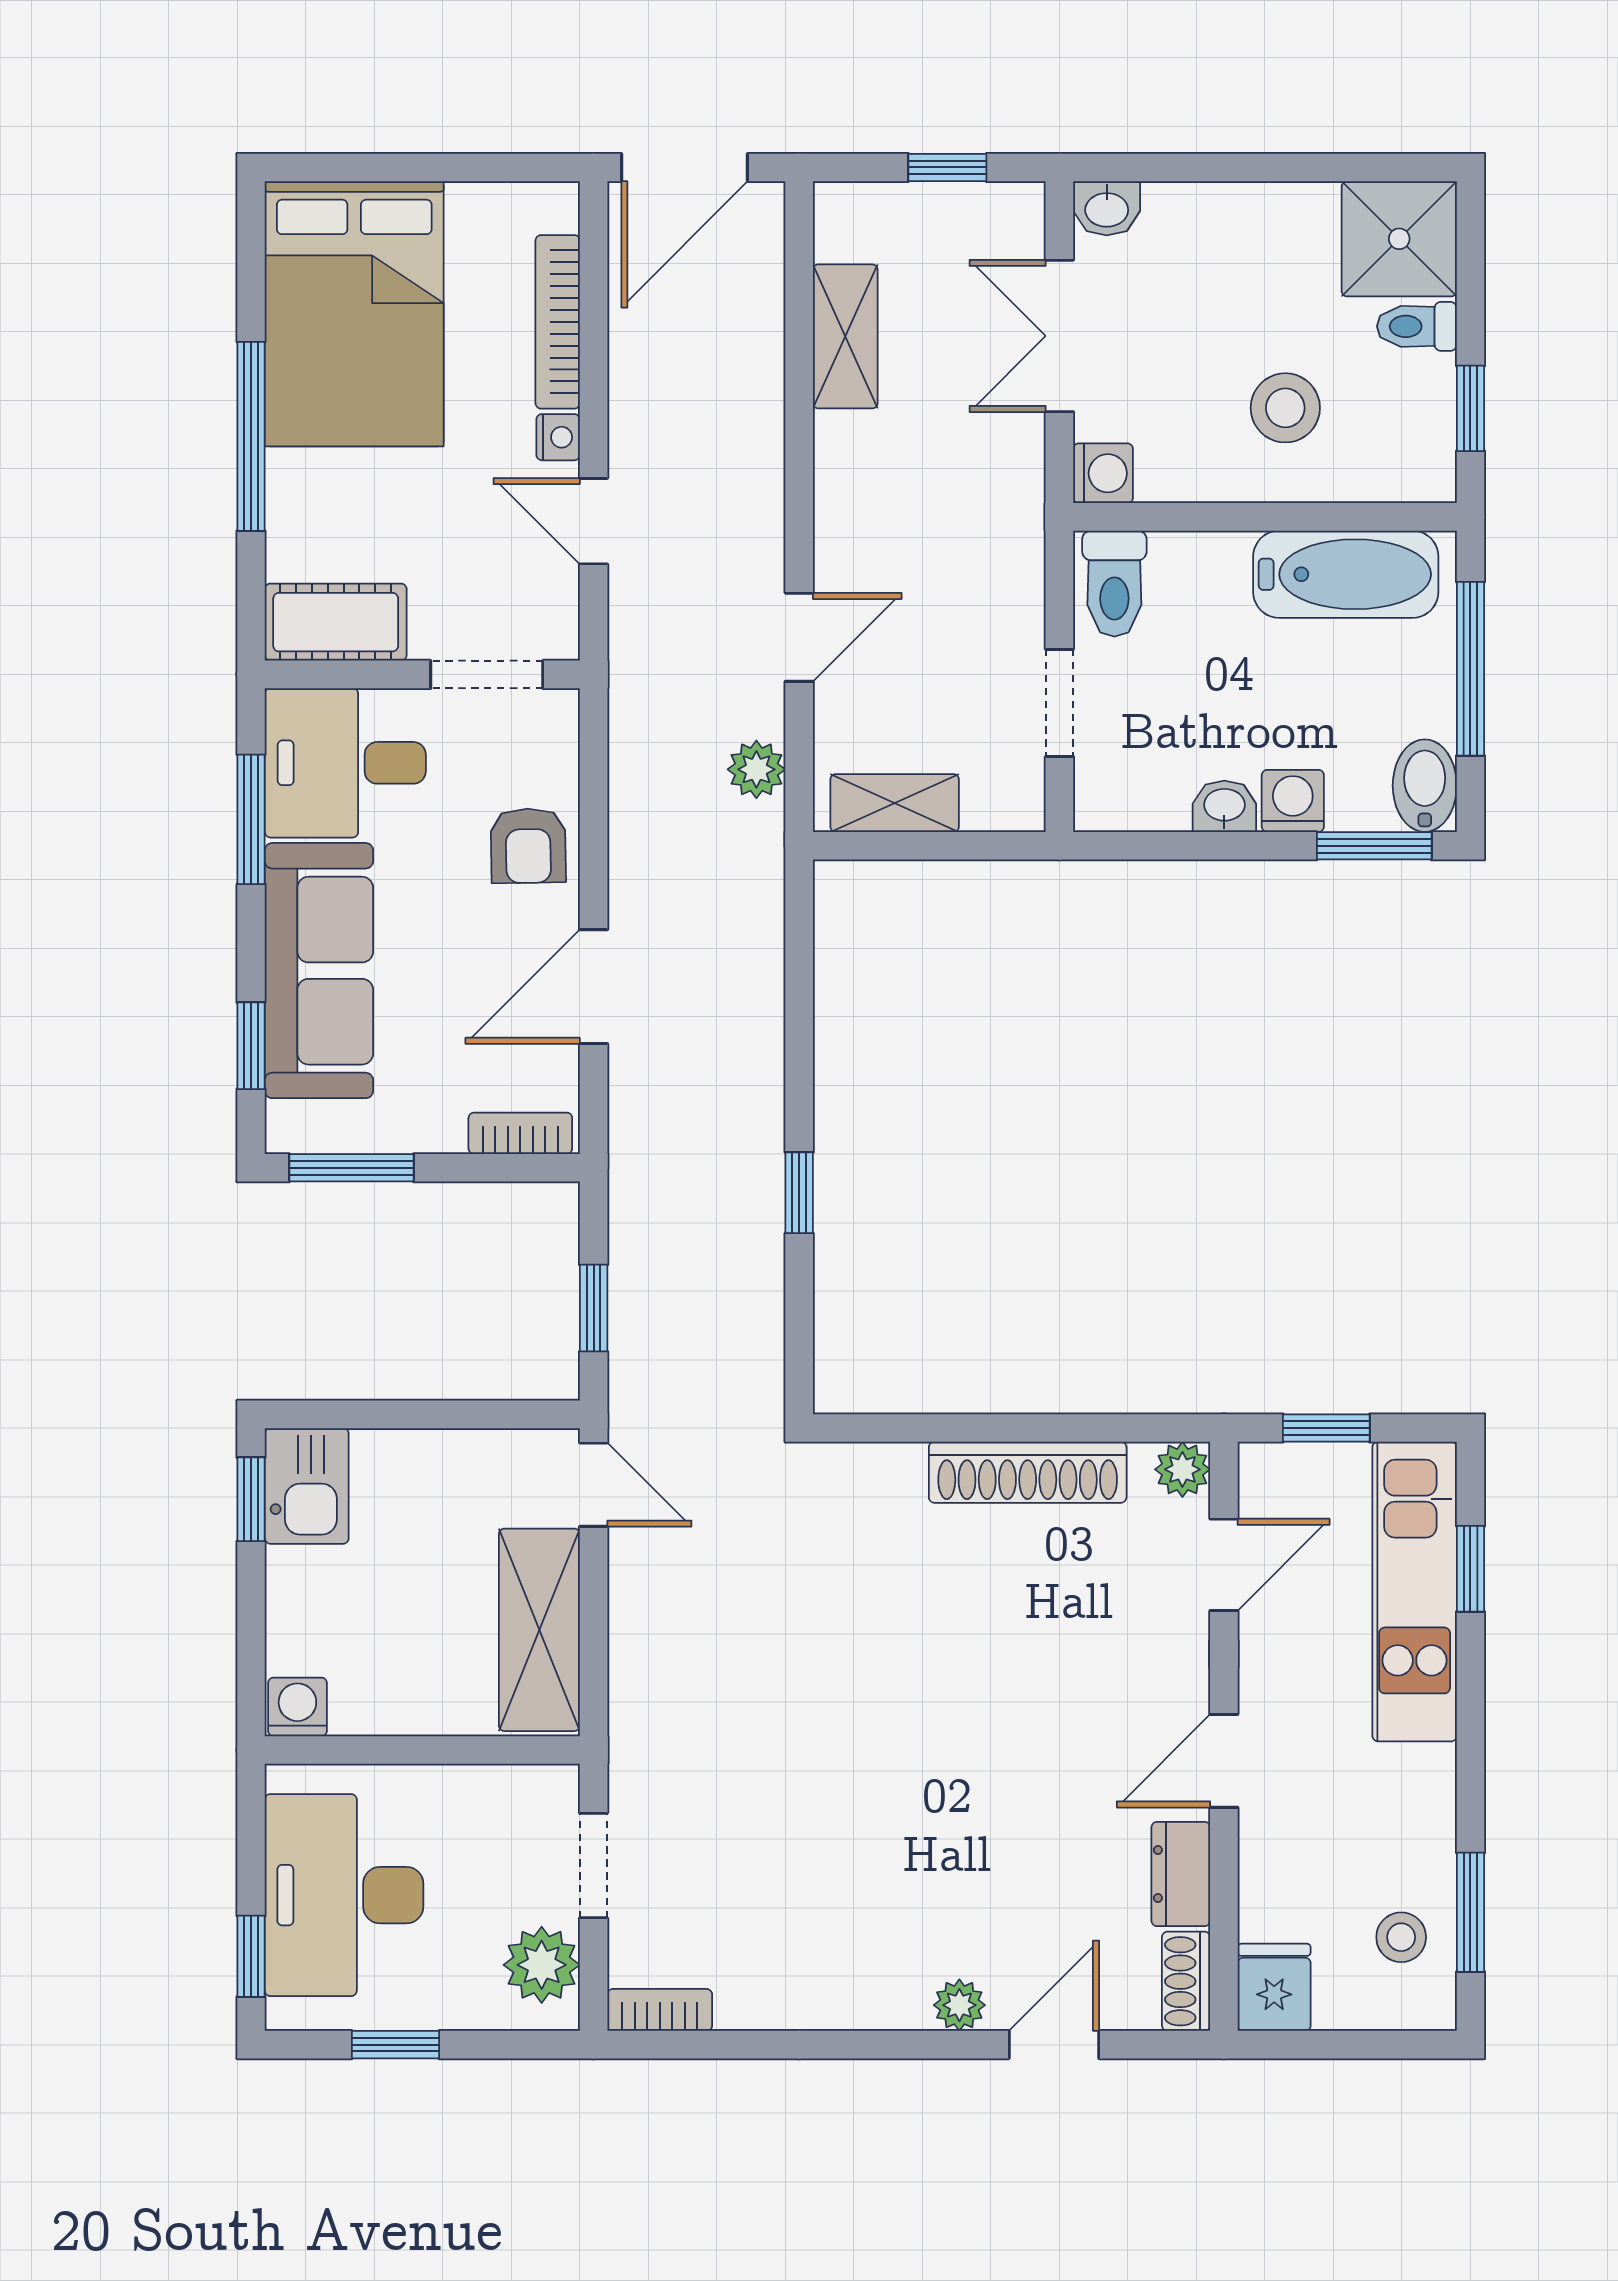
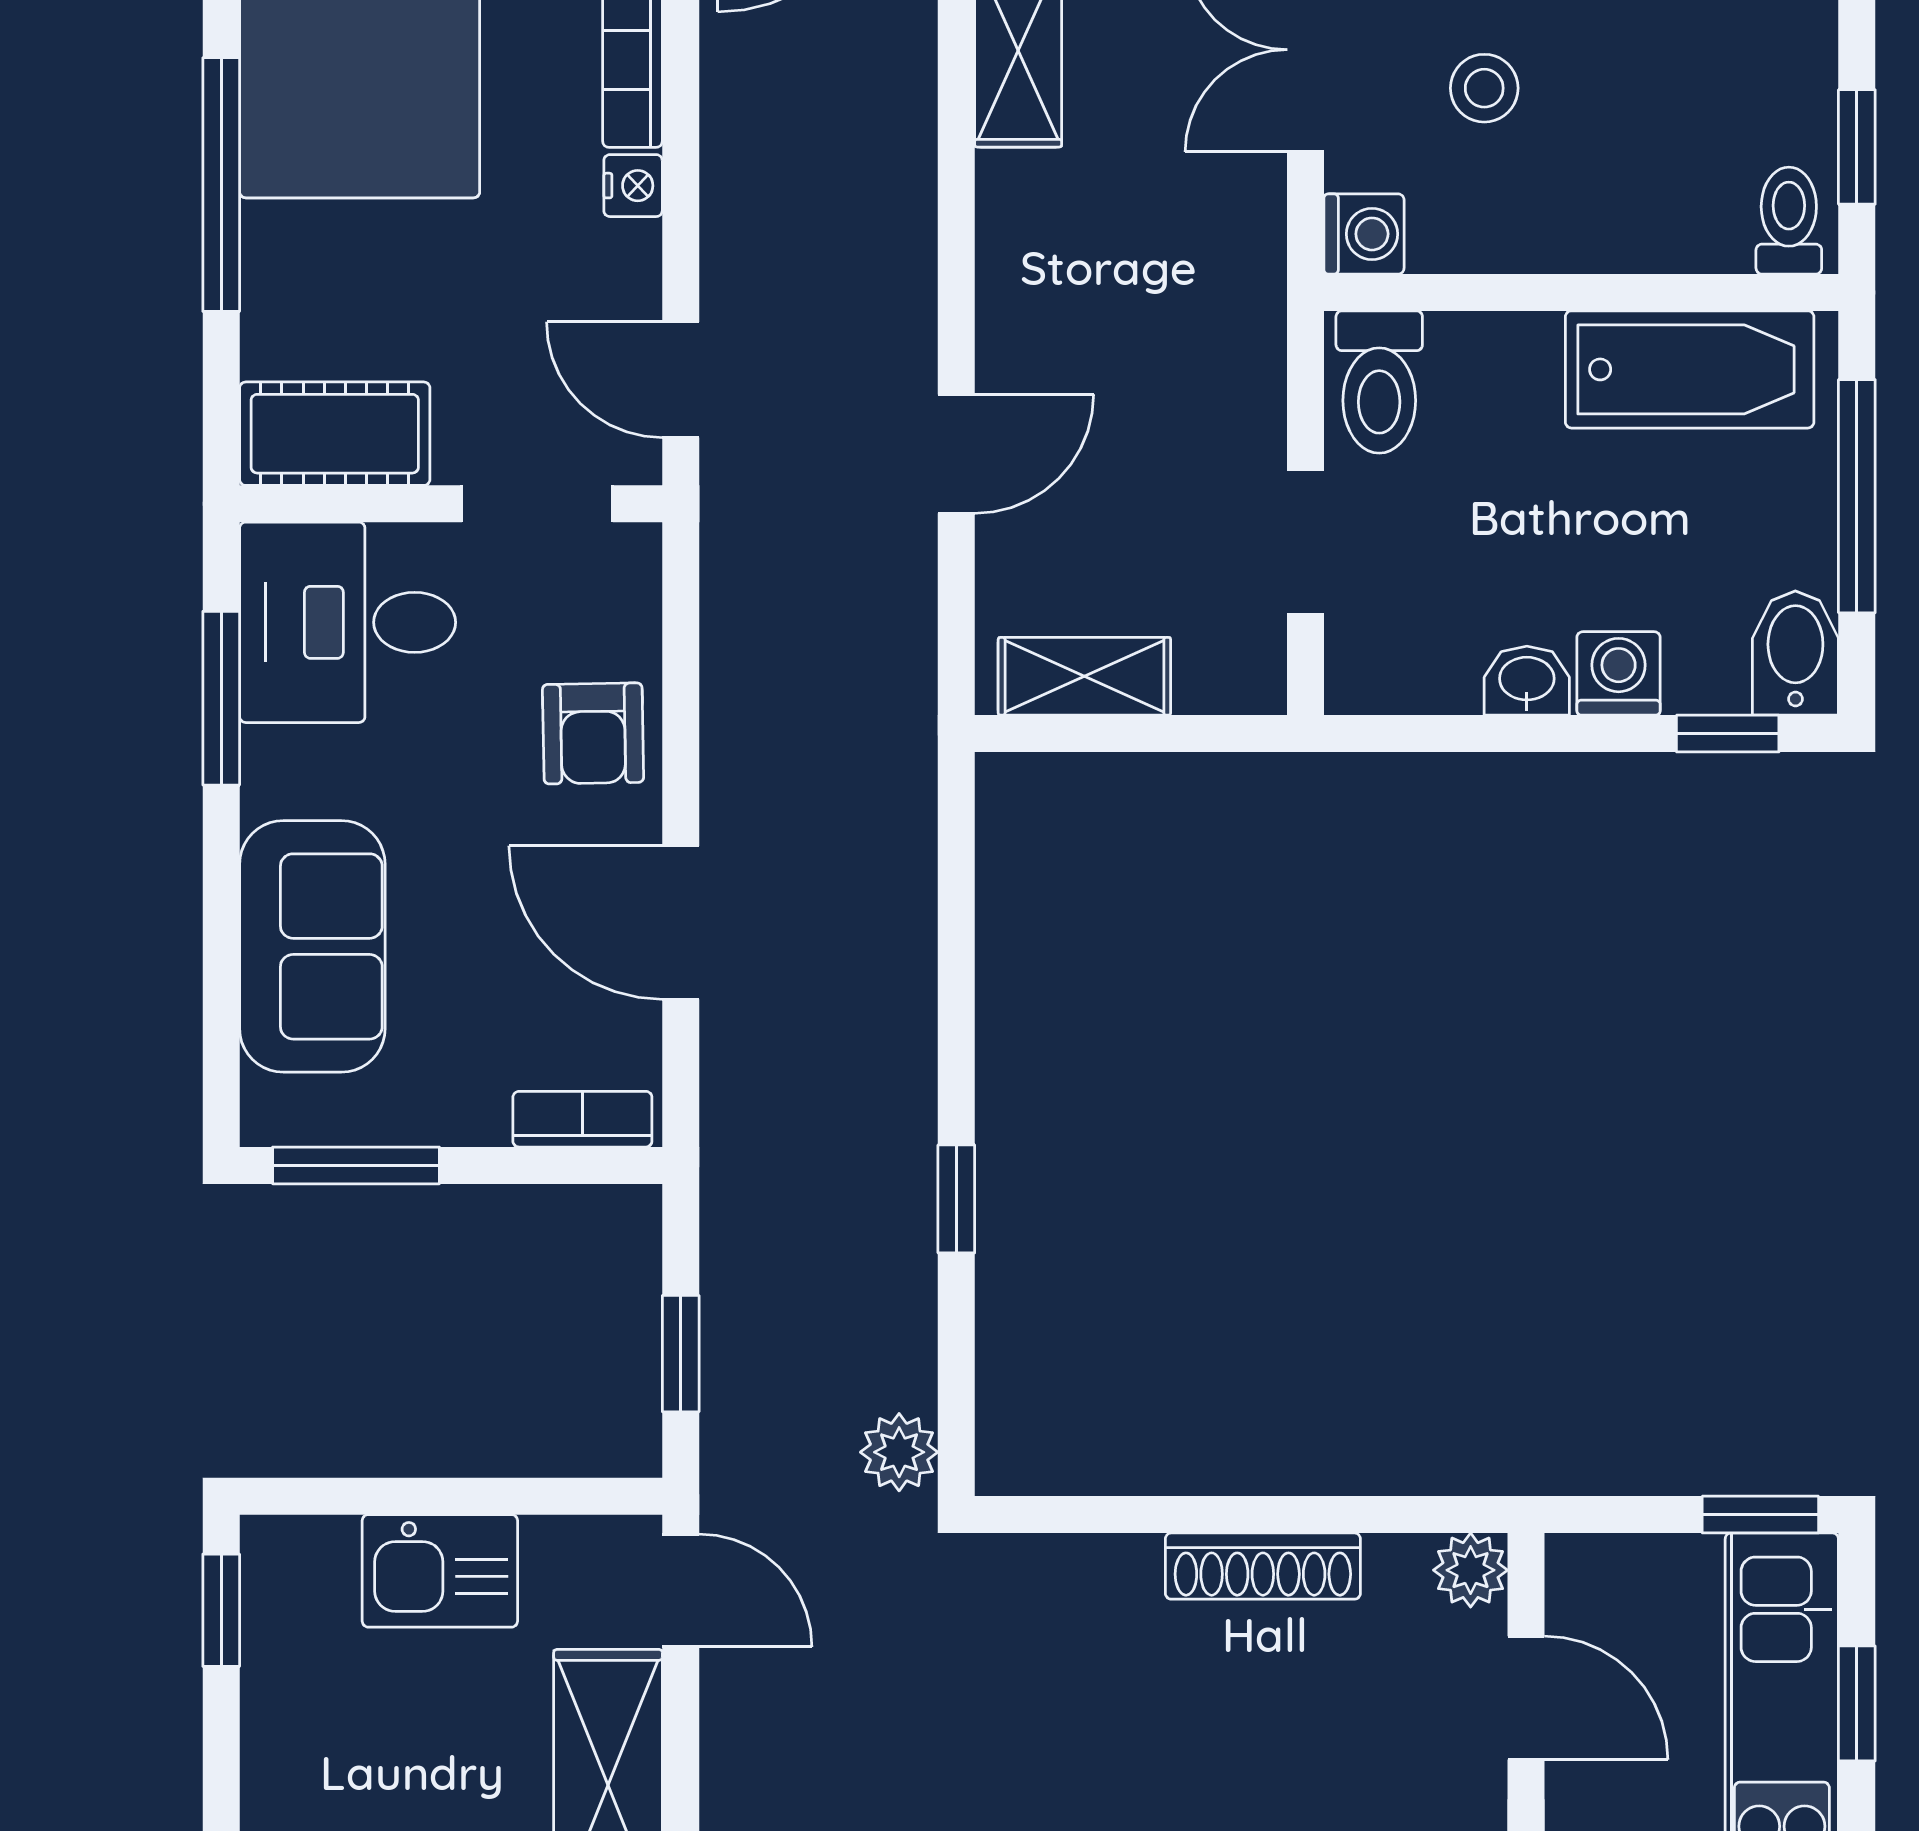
toilet: (1417, 326) -> (1789, 221), moved, turned 90
stool: (1285, 408) -> (1484, 88), moved, width x0.73, depth x0.73
door: (594, 521) -> (681, 380), moved
plant: (756, 769) -> (899, 1452), moved
window: (1374, 846) -> (1728, 734), width x0.67
sofa: (319, 971) -> (312, 946), width x0.73
door: (594, 987) -> (681, 923), hinge flipped
window: (251, 1046) -> (221, 1002), removed
window: (1326, 1428) -> (1760, 1515), moved
shoe rack: (1028, 1472) -> (1263, 1566), width x0.74, depth x0.81
kitchen sink: (307, 1486) -> (440, 1571), moved, turned 90
door: (1224, 1565) -> (1526, 1698), hinge flipped

